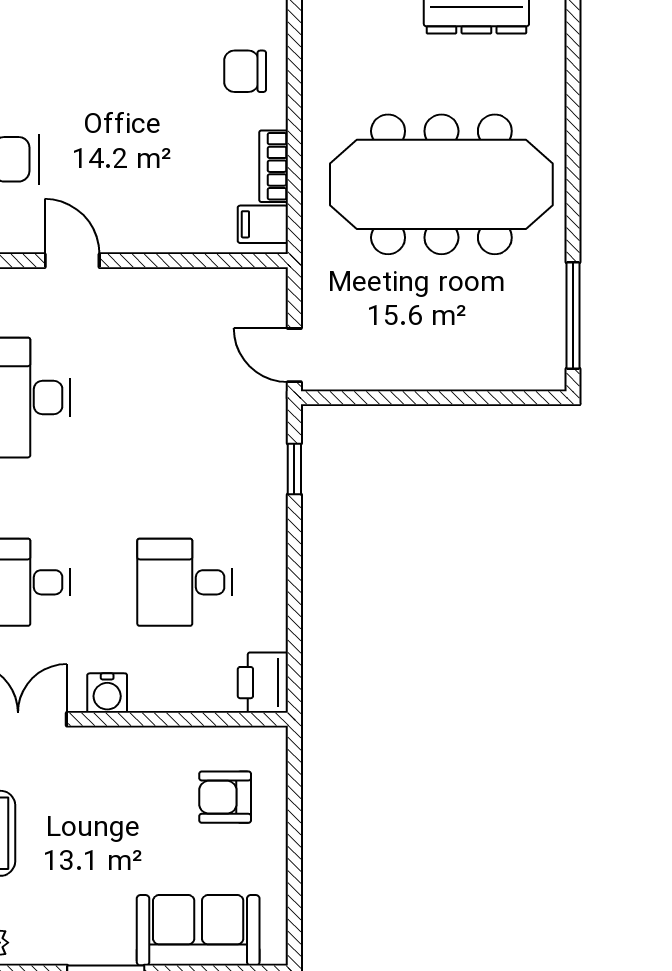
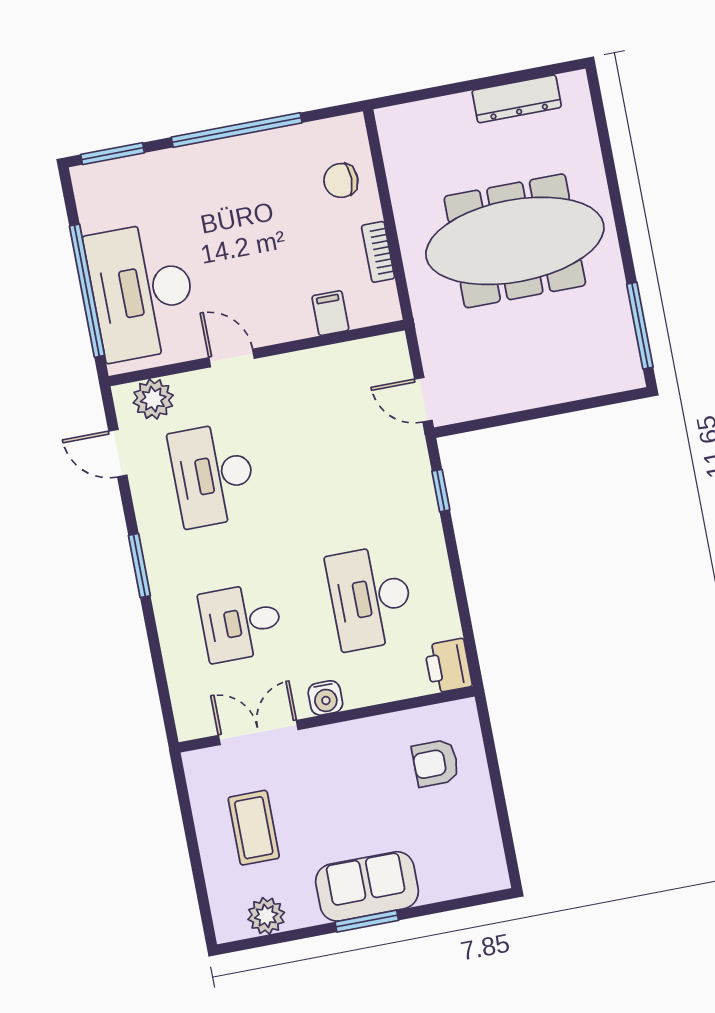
filing cabinet: (263, 224) -> (330, 313), moved, turned 90
desk: (185, 582) -> (370, 598), width x1.37
sofa: (198, 930) -> (367, 886), moved

